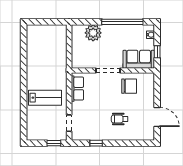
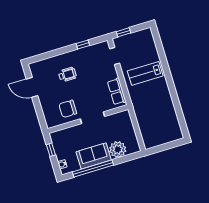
sofa: (139, 59) -> (94, 156), moved, turned 180

